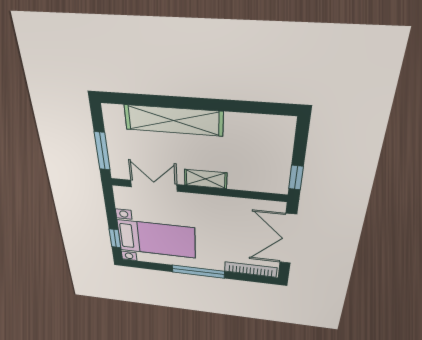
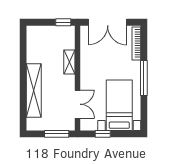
shelving: (206, 179) -> (69, 62), moved
double door: (154, 186) -> (78, 104), swing flipped
window: (115, 238) -> (103, 134), moved

